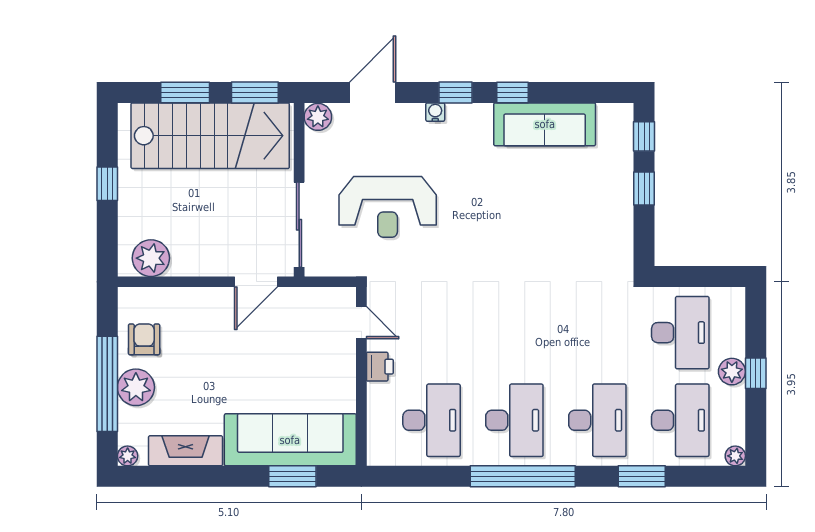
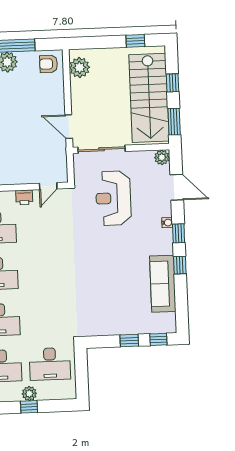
window: (185, 92) -> (173, 83), width x0.67
window: (107, 184) -> (135, 41), moved
armchair: (144, 339) -> (49, 64), moved, turned 180

